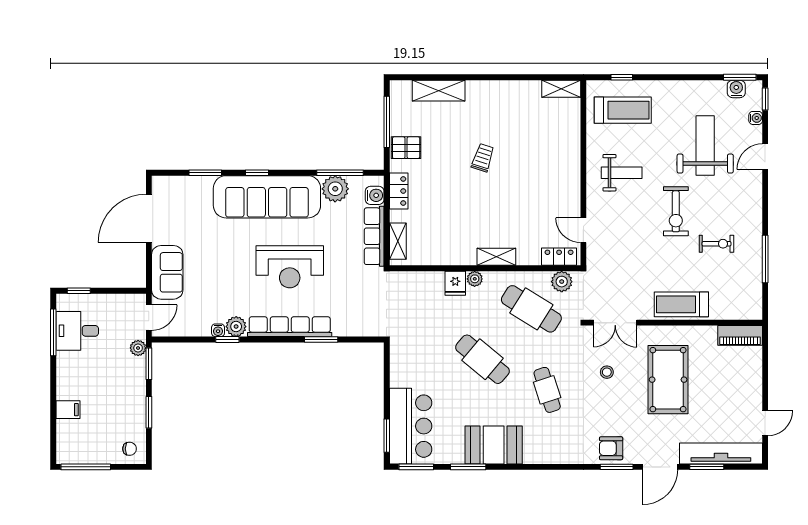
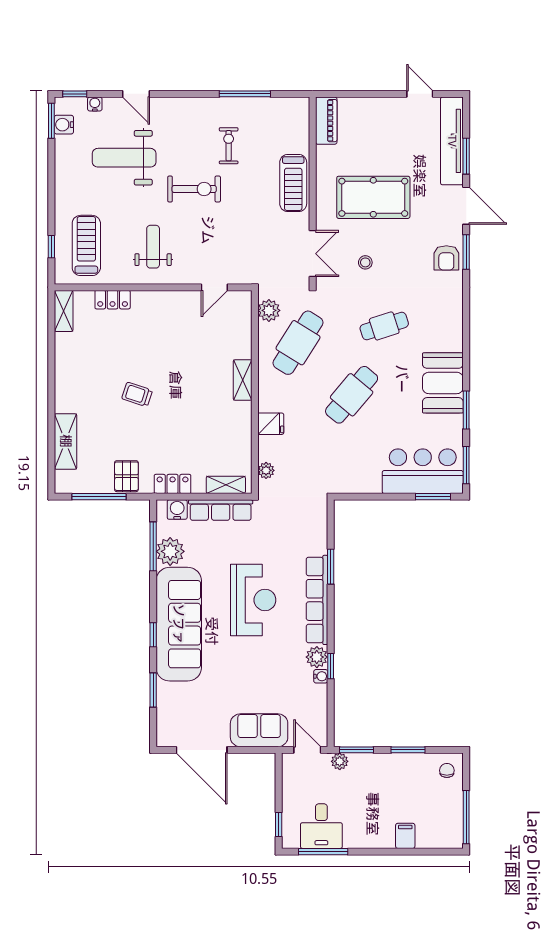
locker: (559, 257) -> (113, 300), moved, turned -90
plant: (475, 279) -> (266, 470), moved

